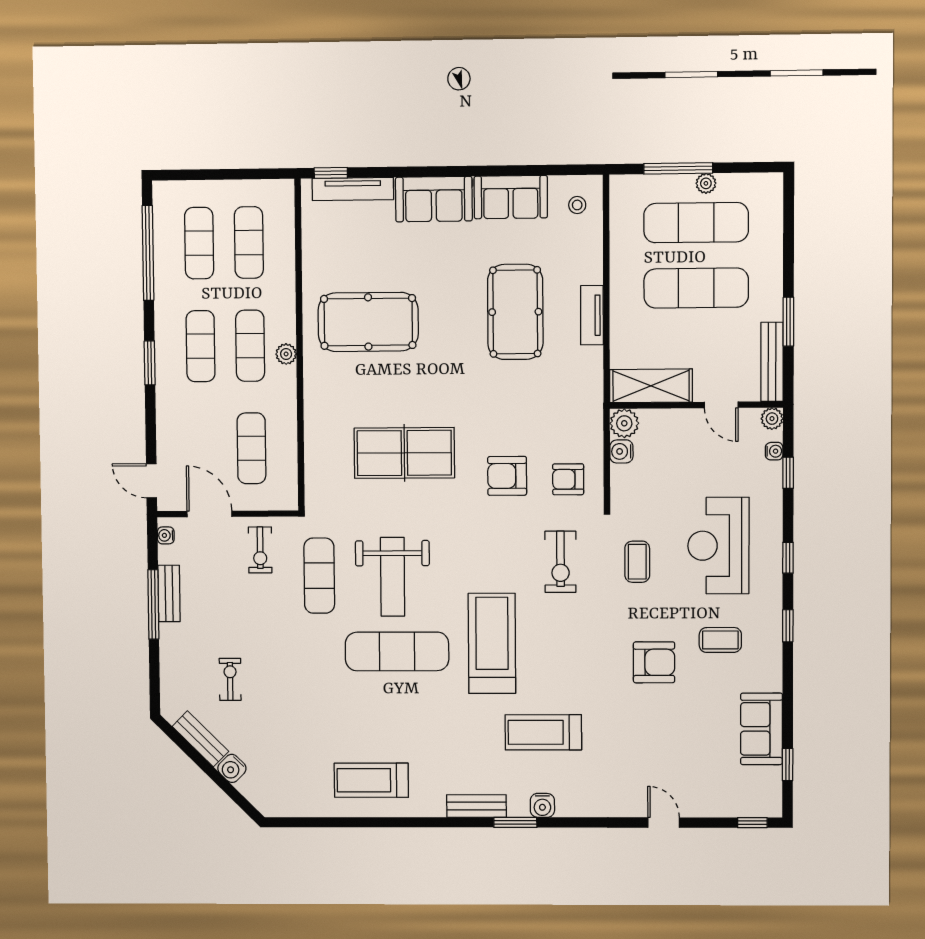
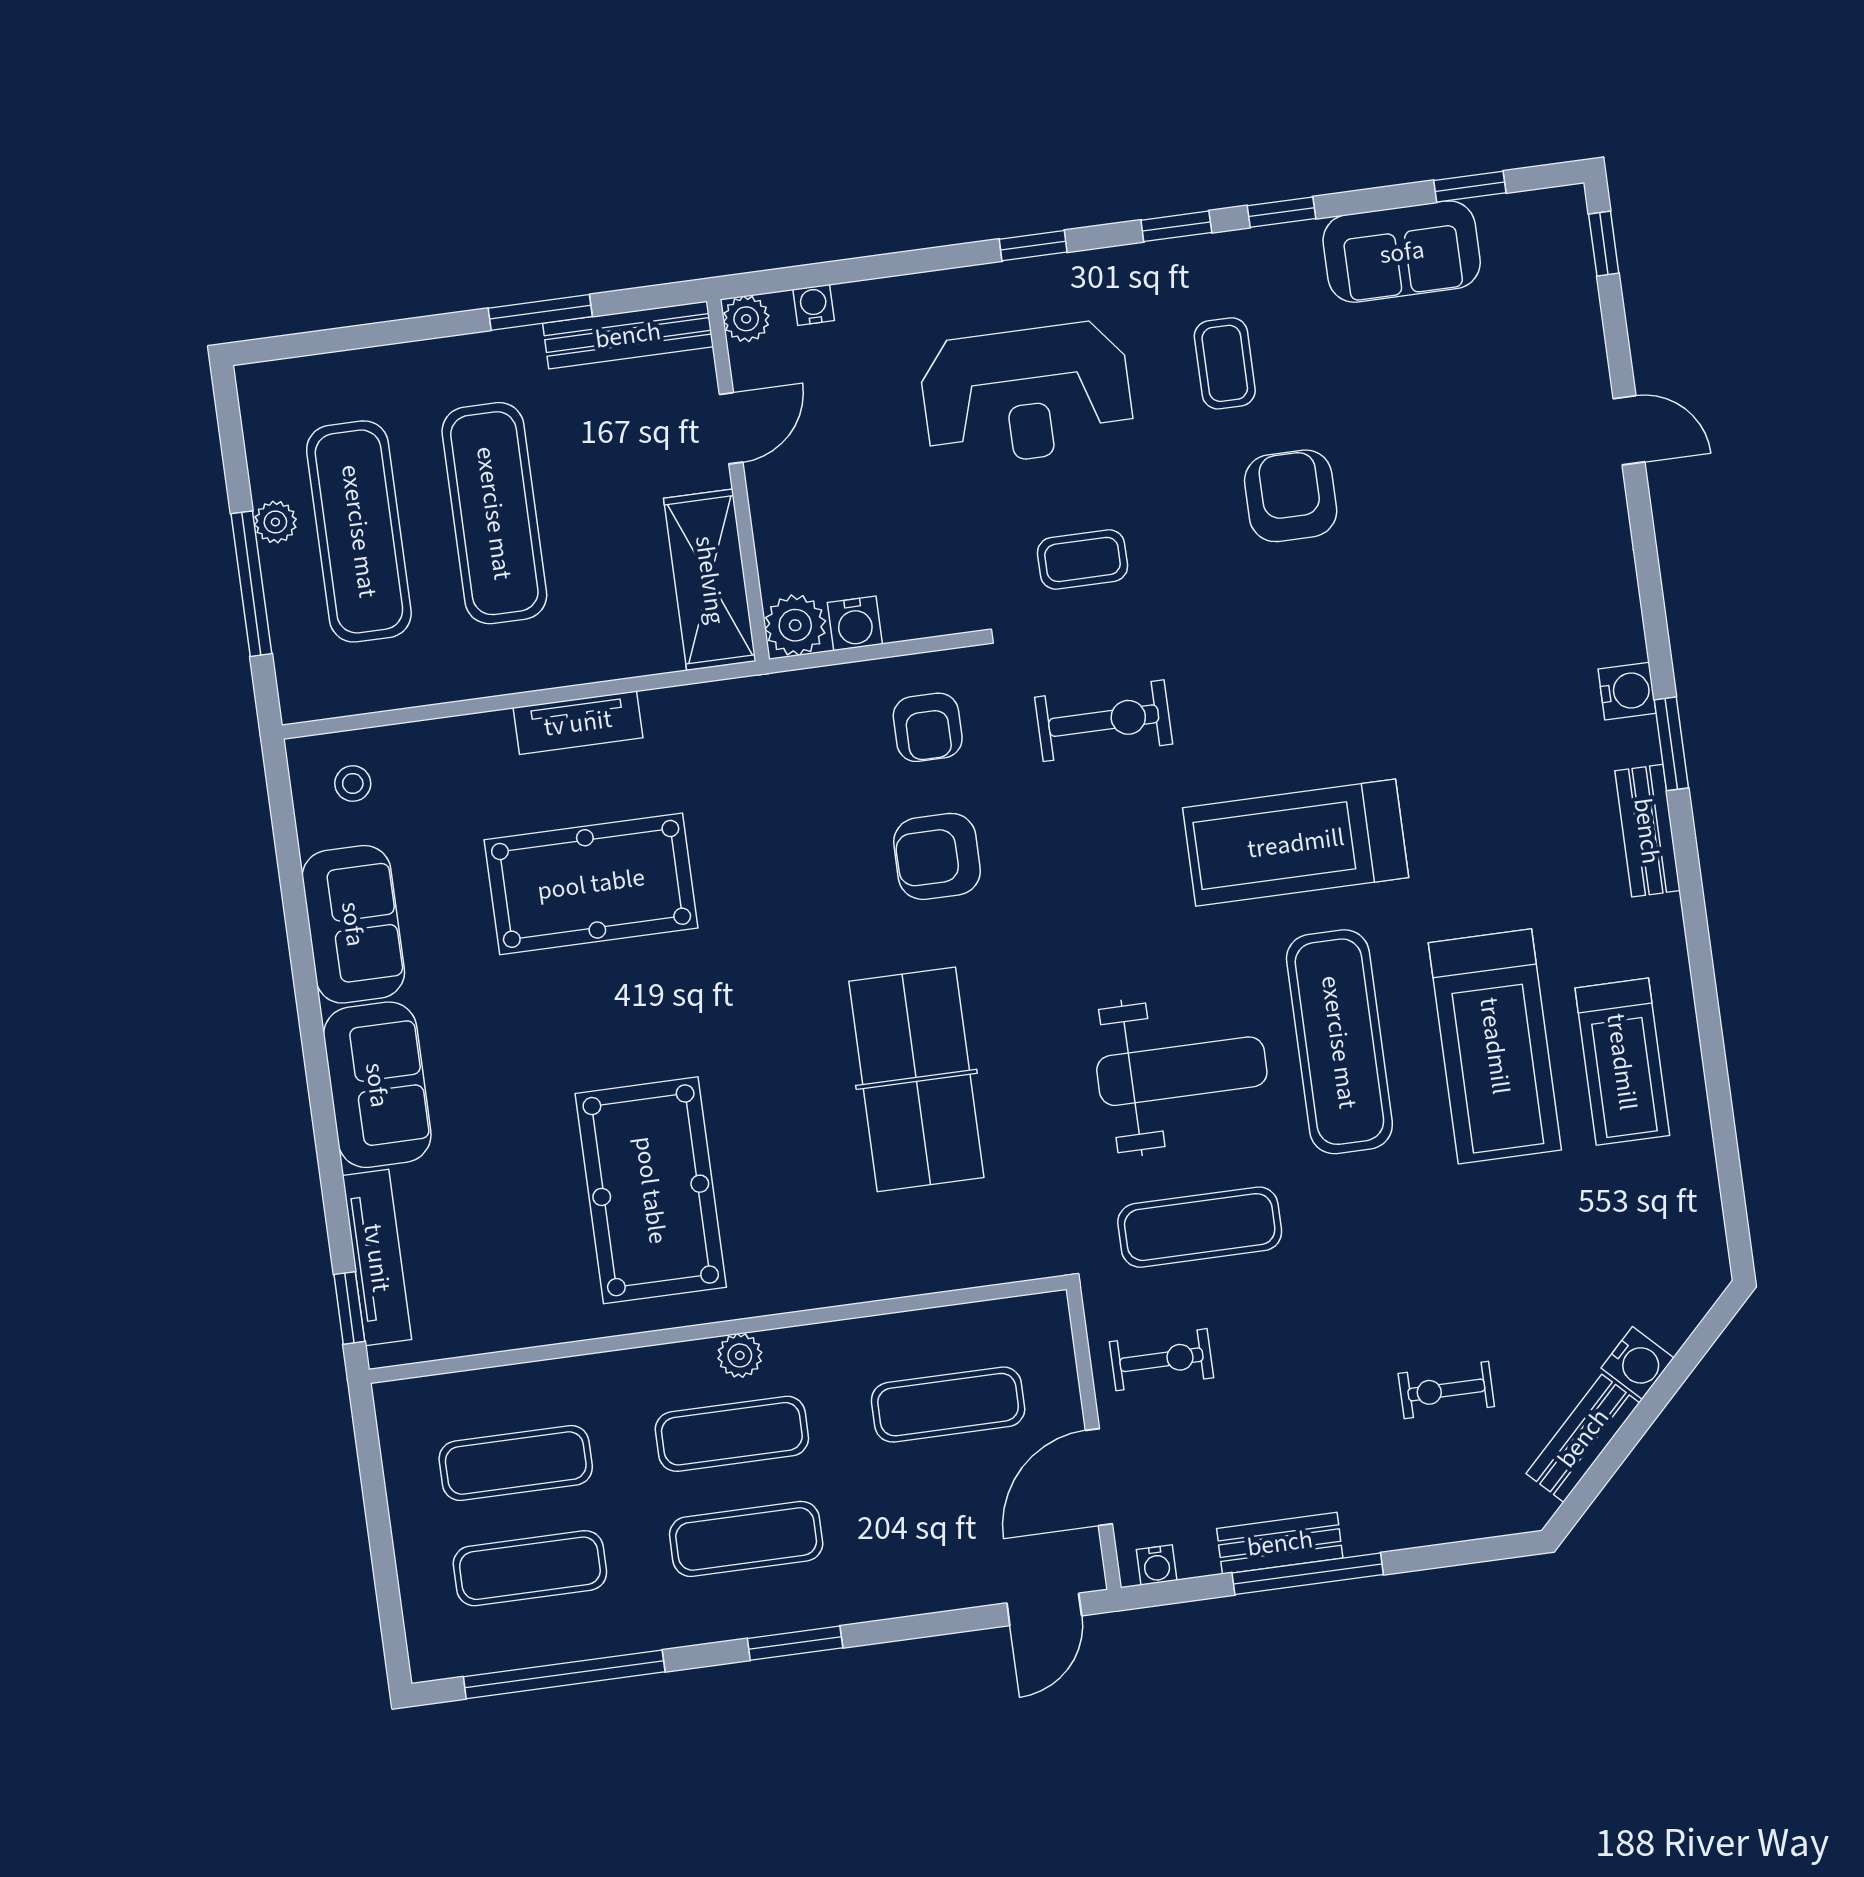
window: (788, 473) -> (1282, 212), moved
armchair: (507, 476) -> (937, 856), turned 90
treadmill: (543, 732) -> (1495, 1046), moved, width x1.37, depth x1.38
door: (664, 823) -> (1629, 430), swing flipped

